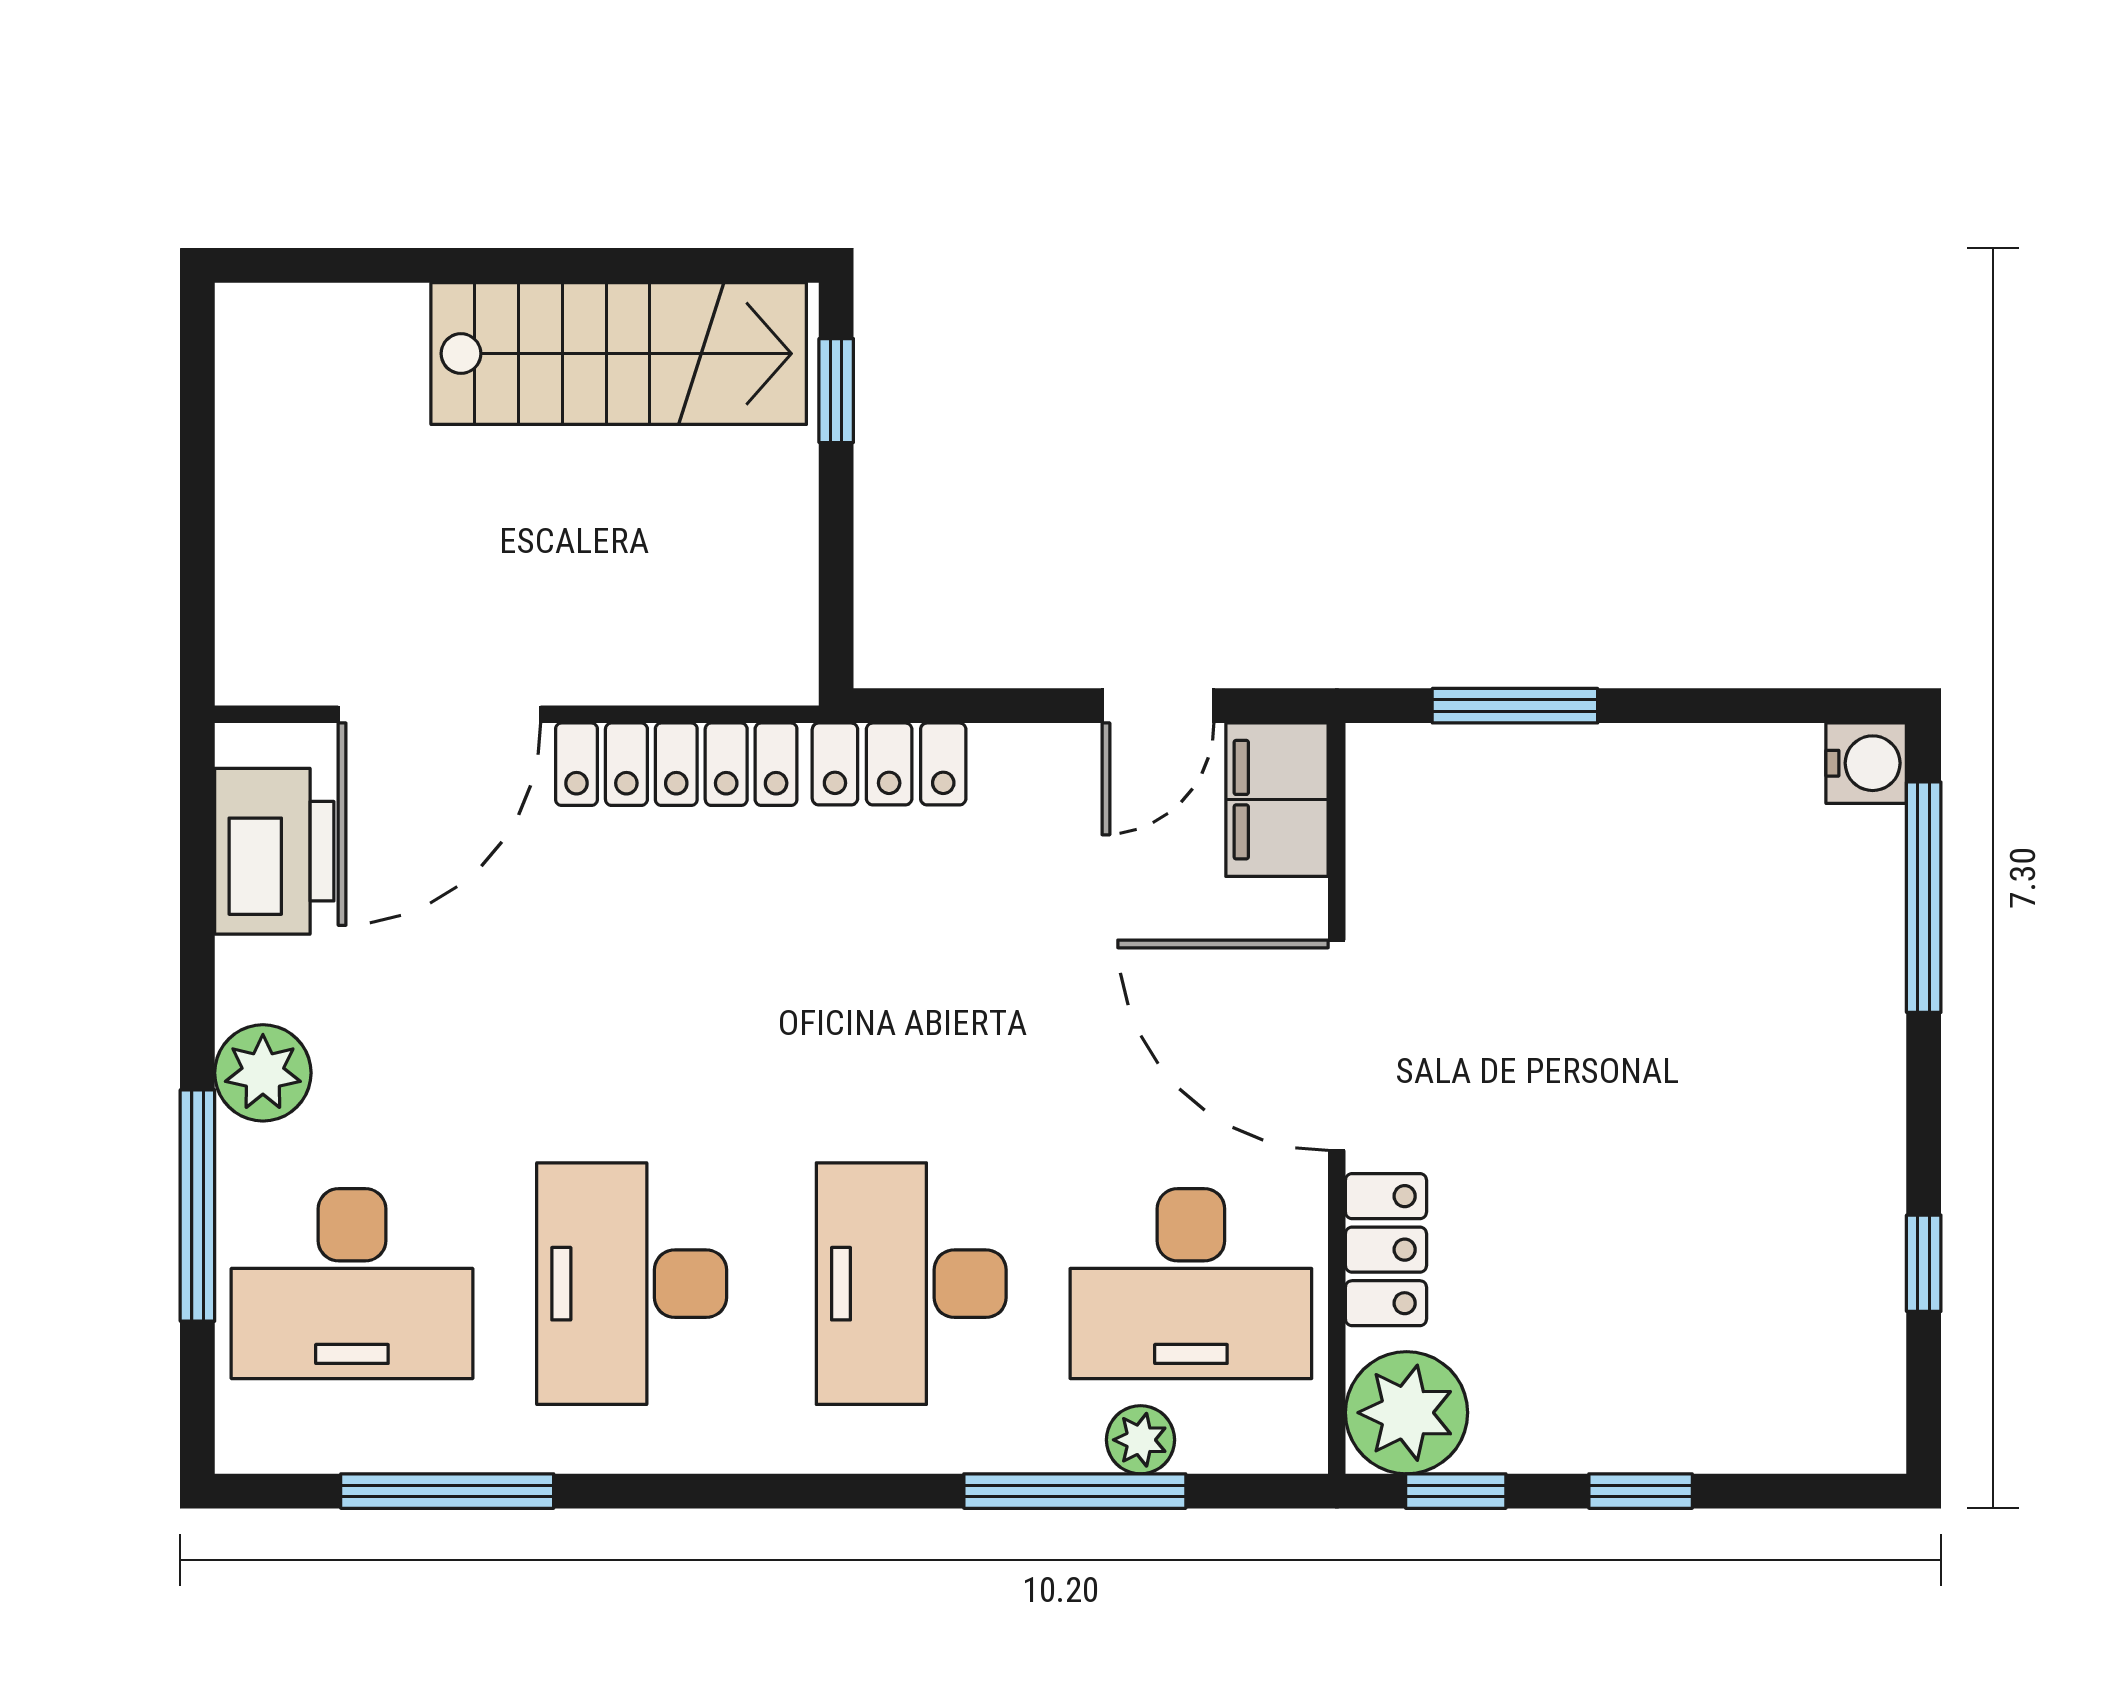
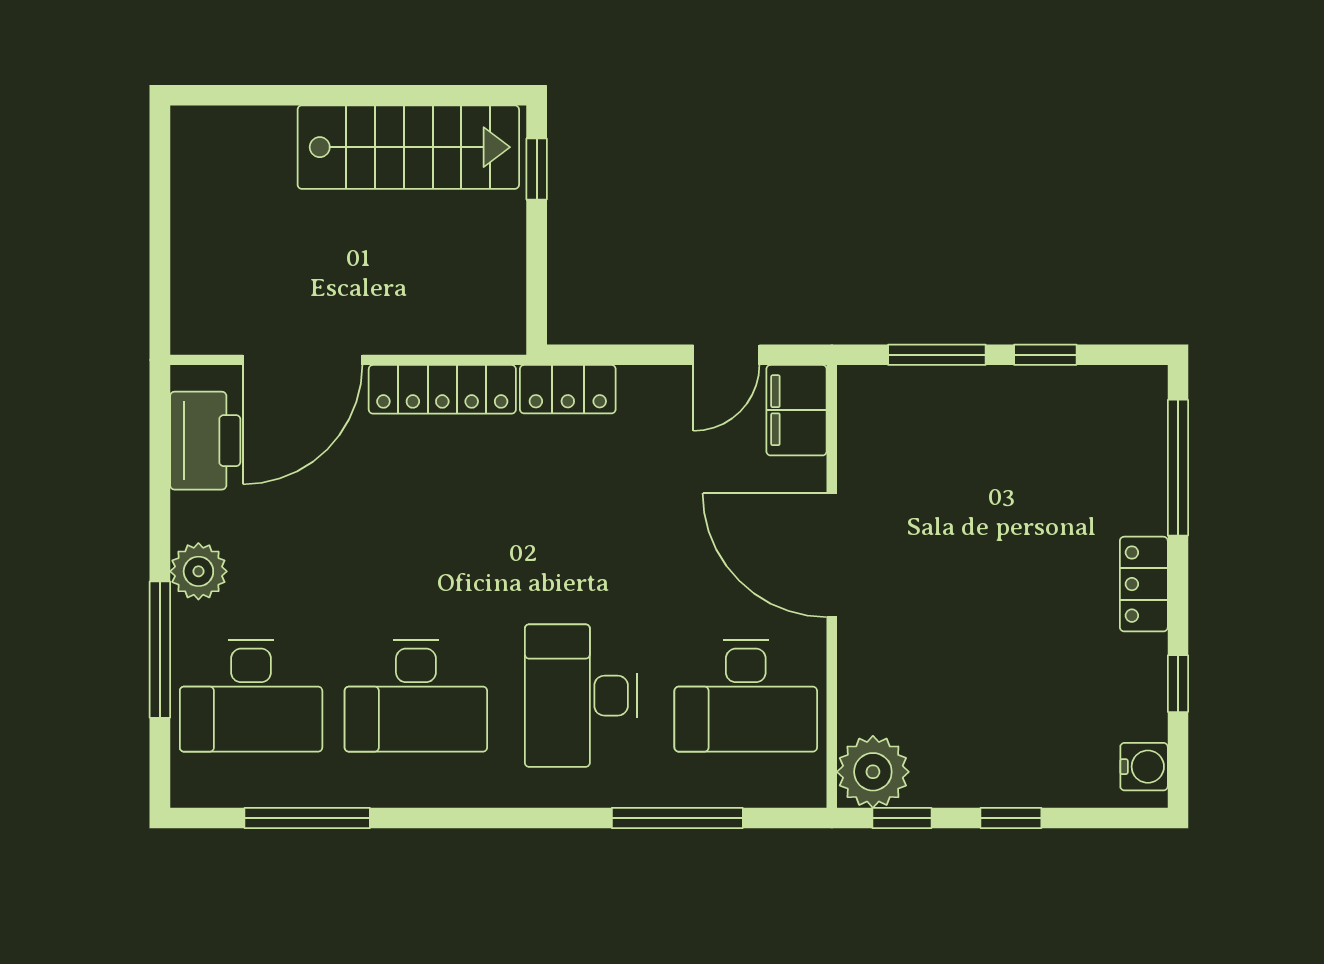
window: (1699, 706) -> (1045, 355), added
water cooler: (1866, 763) -> (1144, 767), moved
locker: (1386, 1250) -> (1144, 584), moved, turned 180
desk: (632, 1284) -> (416, 696), turned -90
plant: (1141, 1440) -> (716, 788), removed

